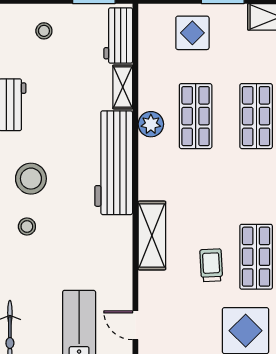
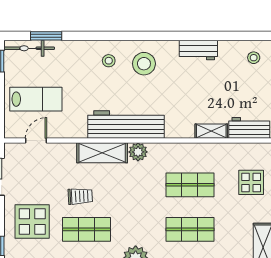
stool: (44, 31) -> (254, 58), moved
plant: (151, 124) -> (138, 152), moved
workbench: (114, 163) -> (126, 125), moved

